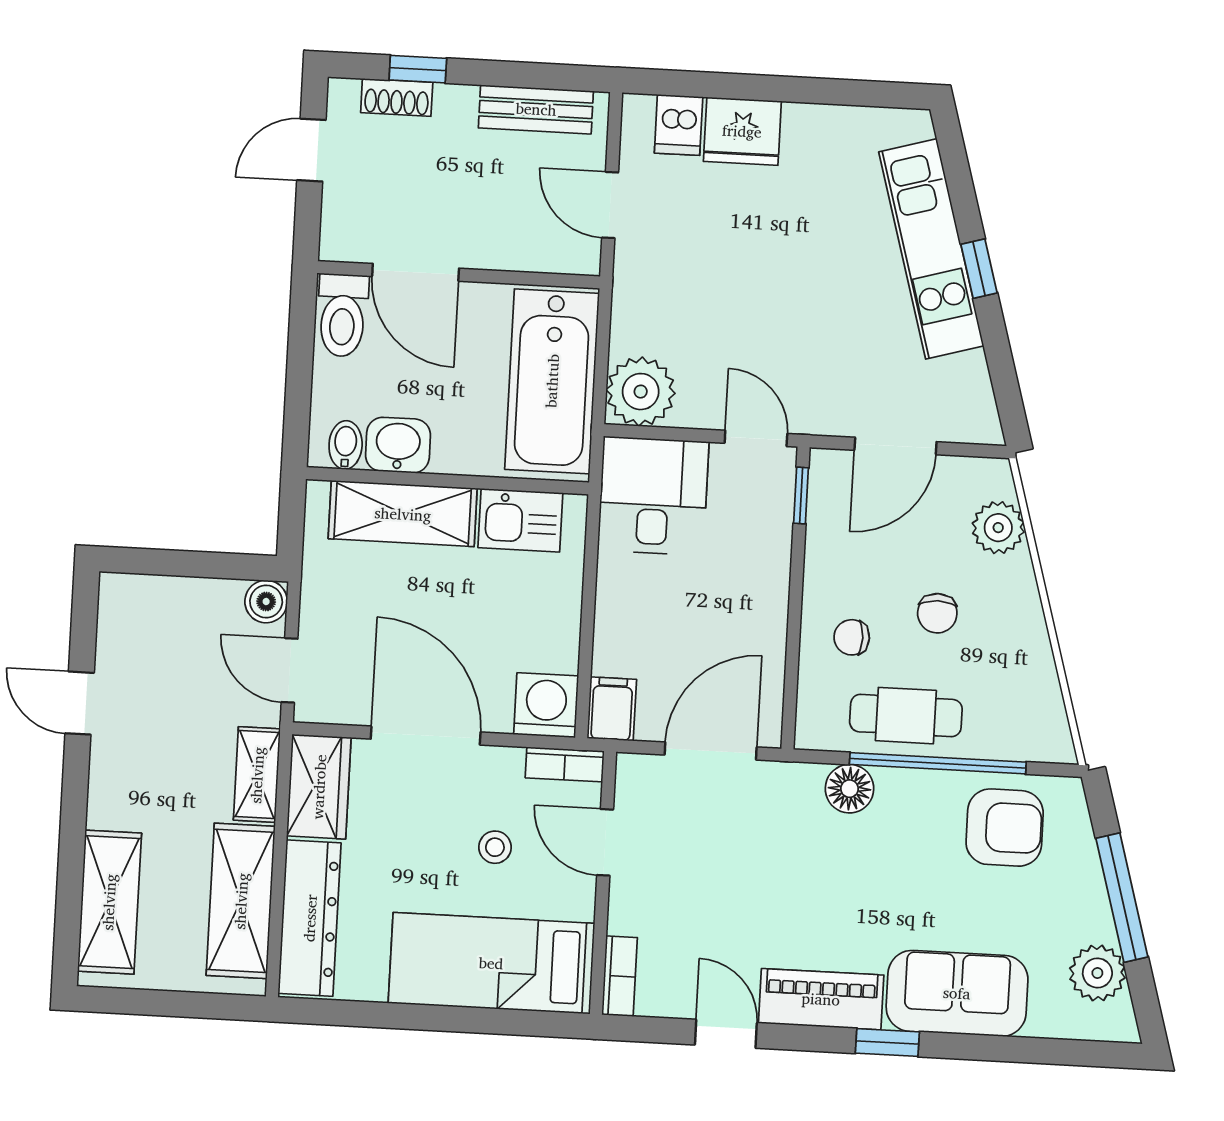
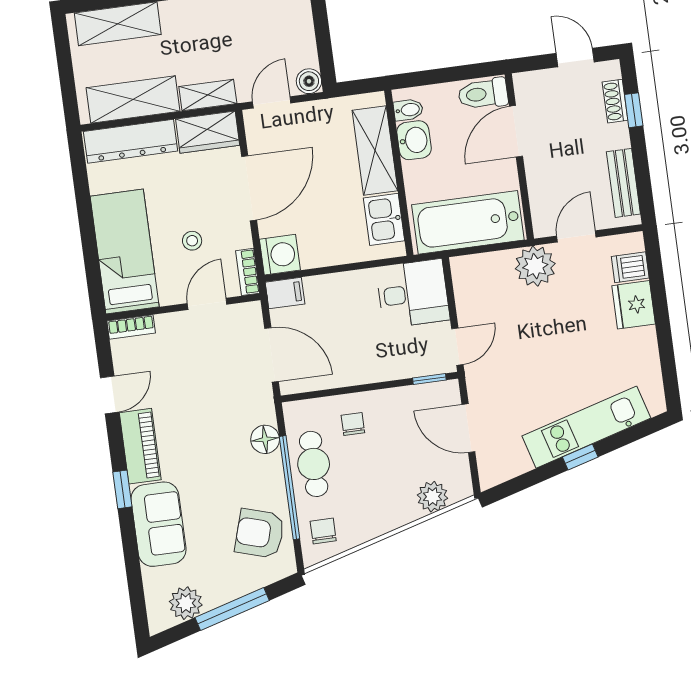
plant: (641, 392) -> (535, 266), moved
chair: (937, 613) -> (323, 531), moved, turned 90
armchair: (1005, 828) -> (260, 533), turned 107

